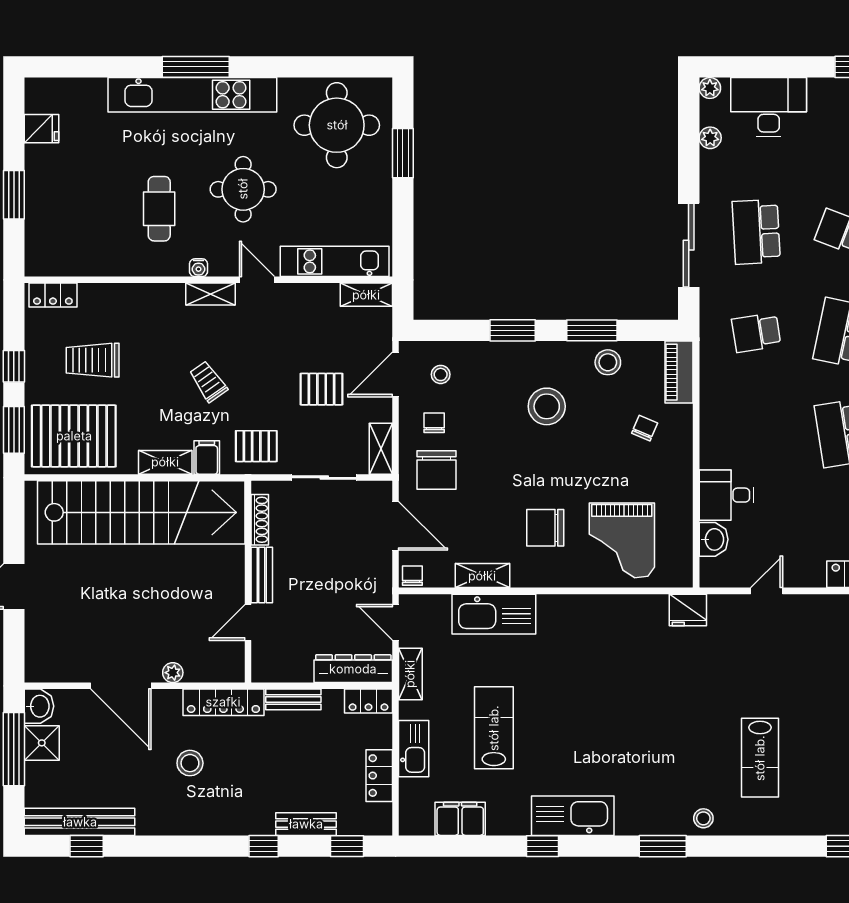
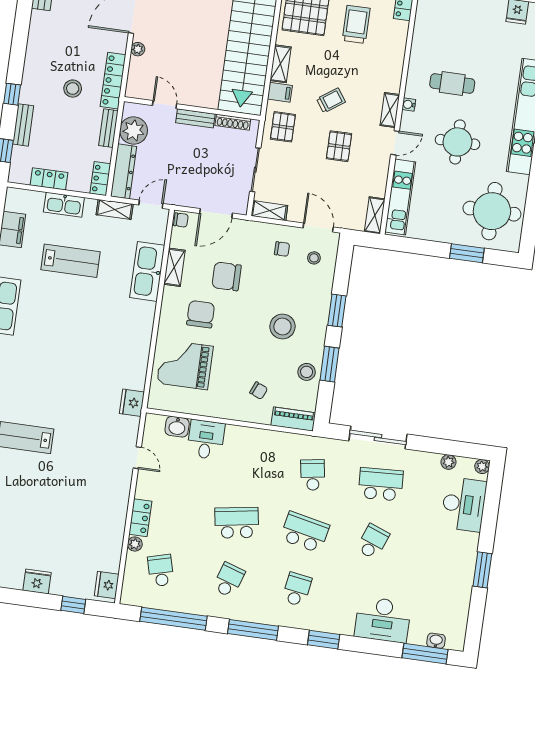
pallet: (322, 389) -> (339, 146), moved
chair: (436, 470) -> (227, 276), moved
plant: (292, 662) -> (134, 130), added
stool: (190, 763) -> (73, 89), moved

